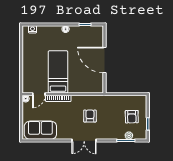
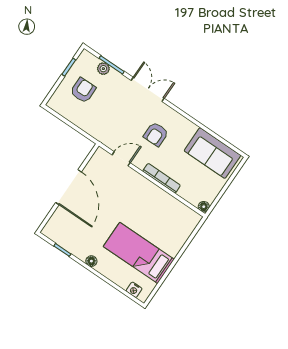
bed: (58, 72) -> (139, 253), moved, turned 90
door: (39, 94) -> (121, 159), moved
armchair: (90, 116) -> (156, 134), moved
double door: (84, 141) -> (148, 89), moved

